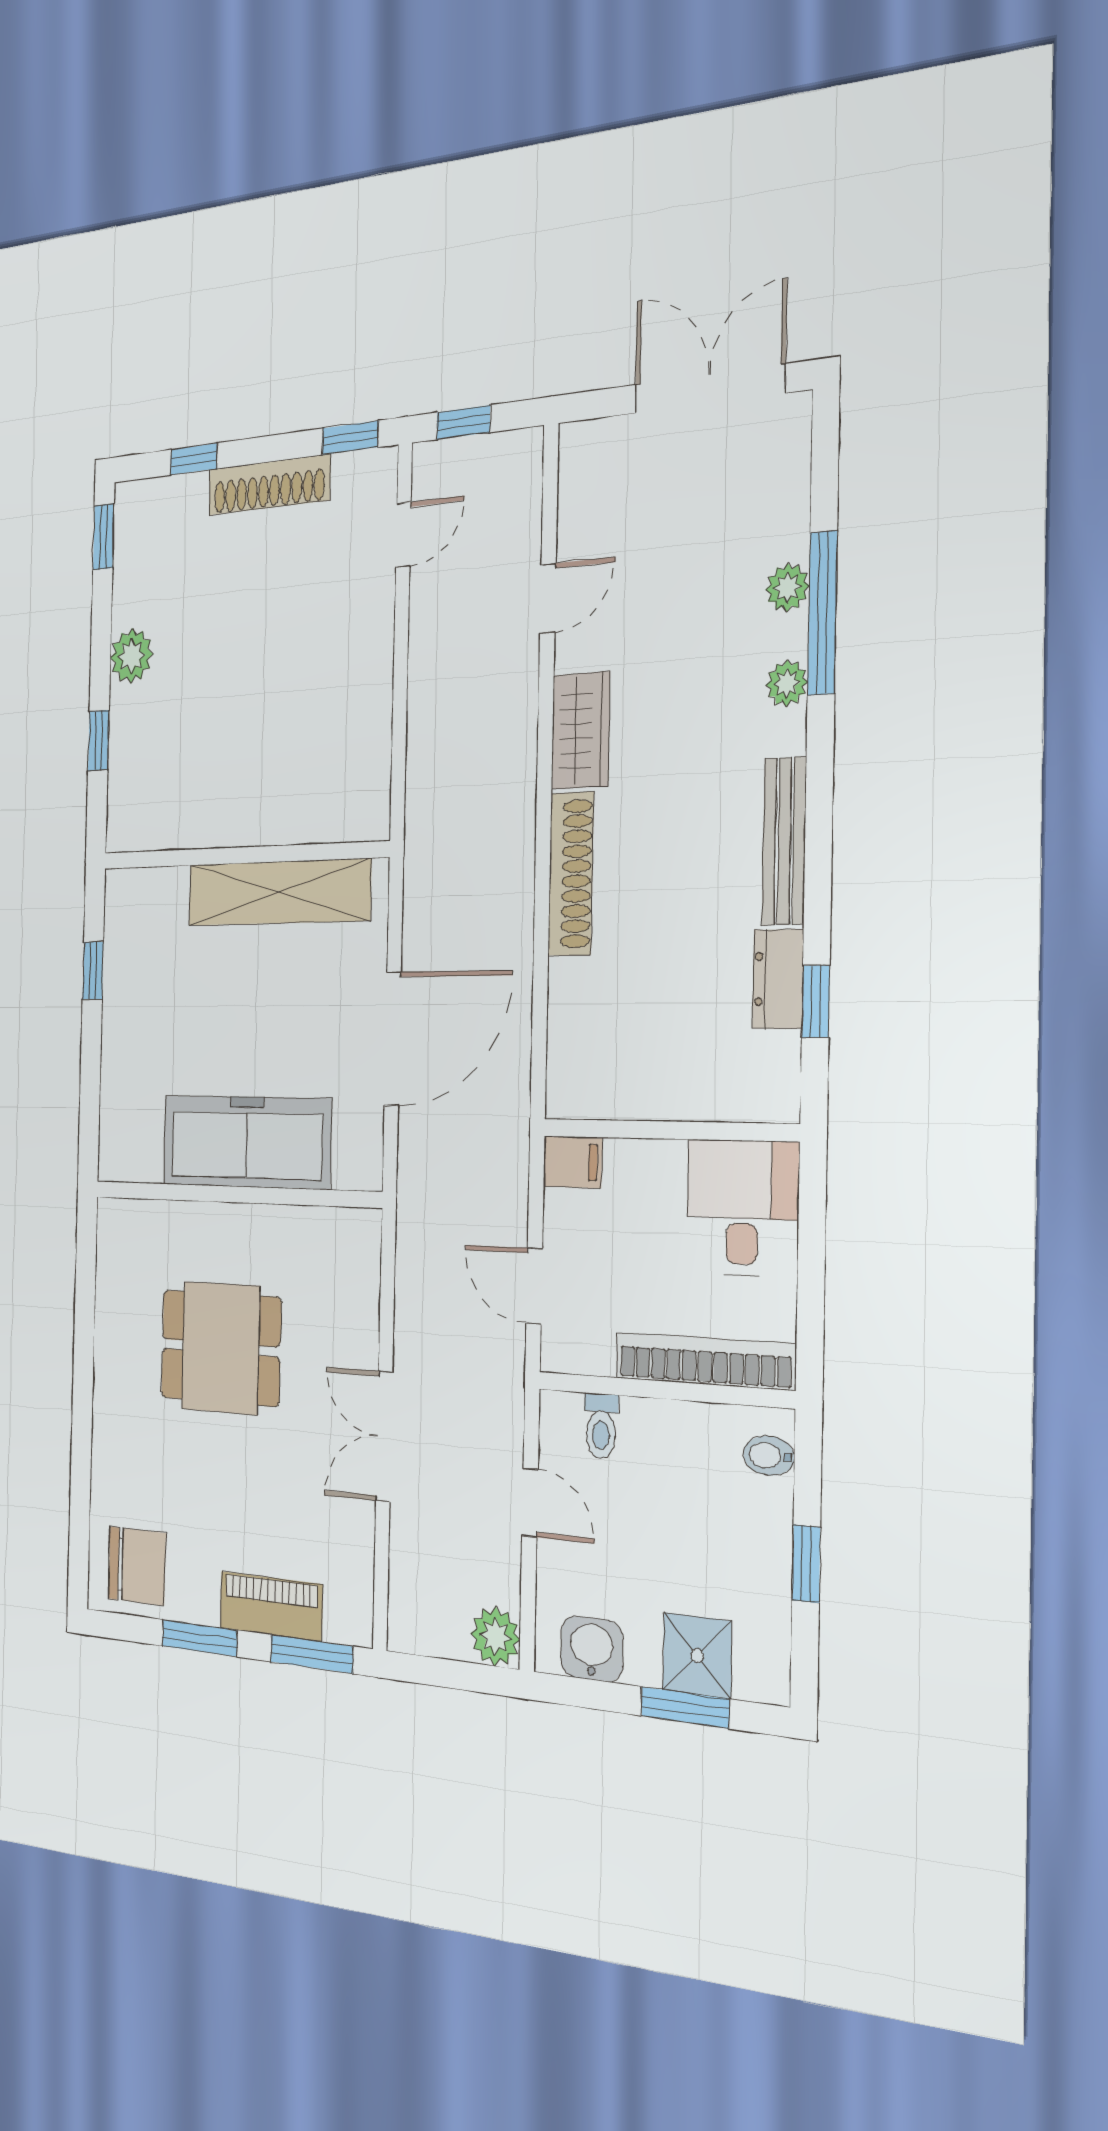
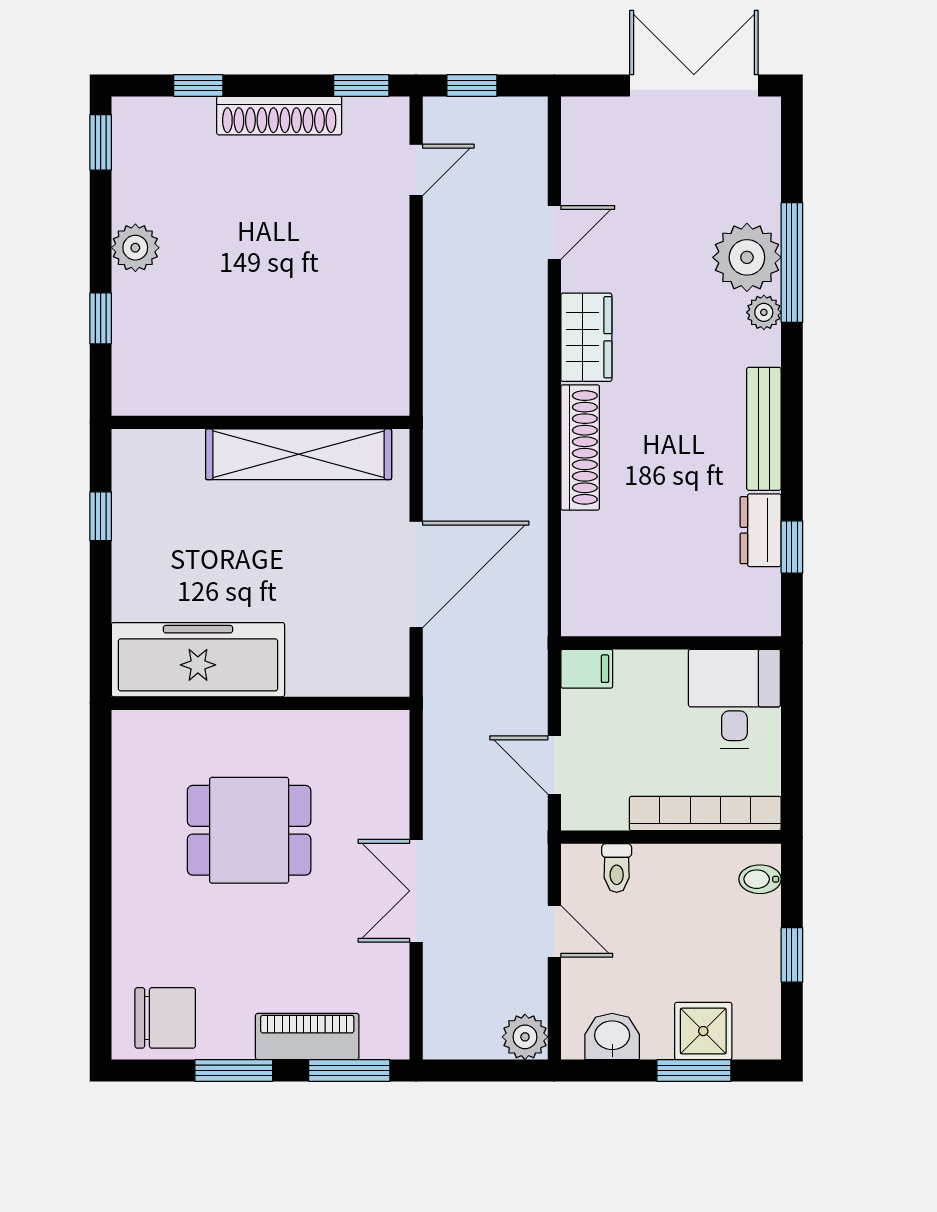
plant: (787, 588) -> (747, 257), width x1.87, depth x1.87
freezer: (246, 1142) -> (198, 660), moved

